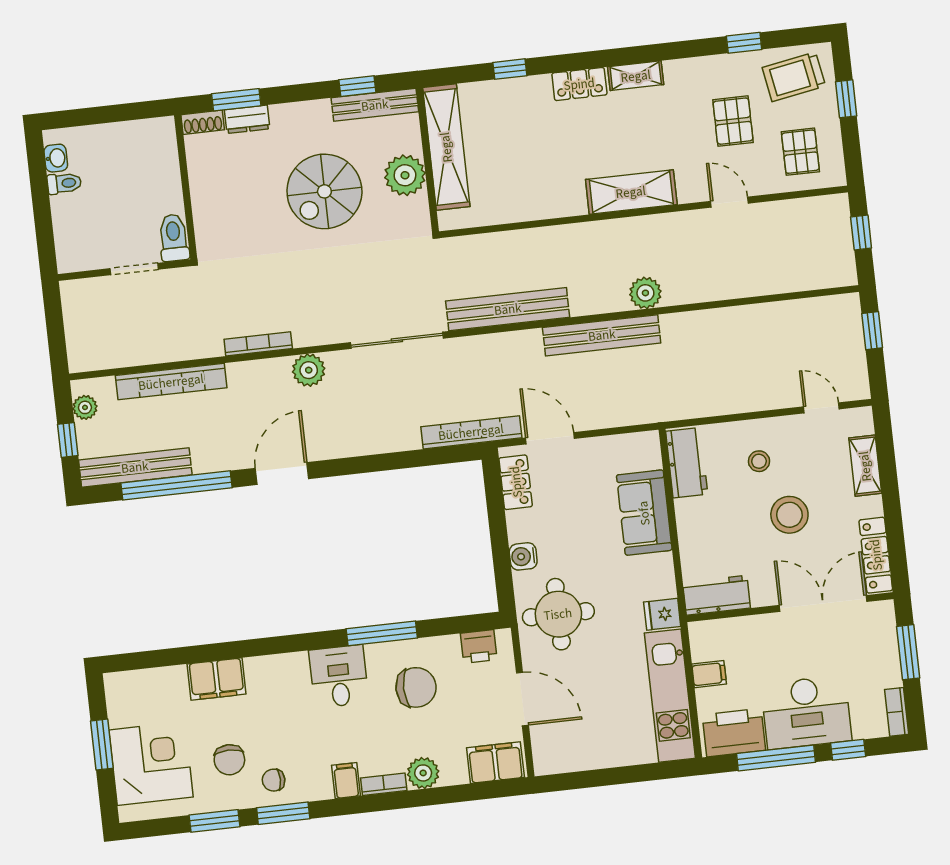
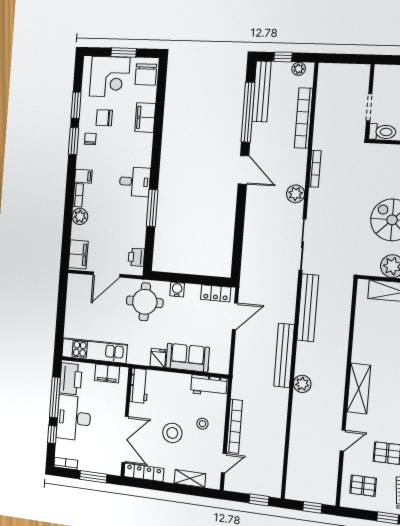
bookcase: (471, 432) -> (234, 426), moved
fridge: (662, 614) -> (158, 358), moved
filing cabinet: (709, 674) -> (107, 374), width x2.00
chair: (416, 687) -> (146, 74), moved

